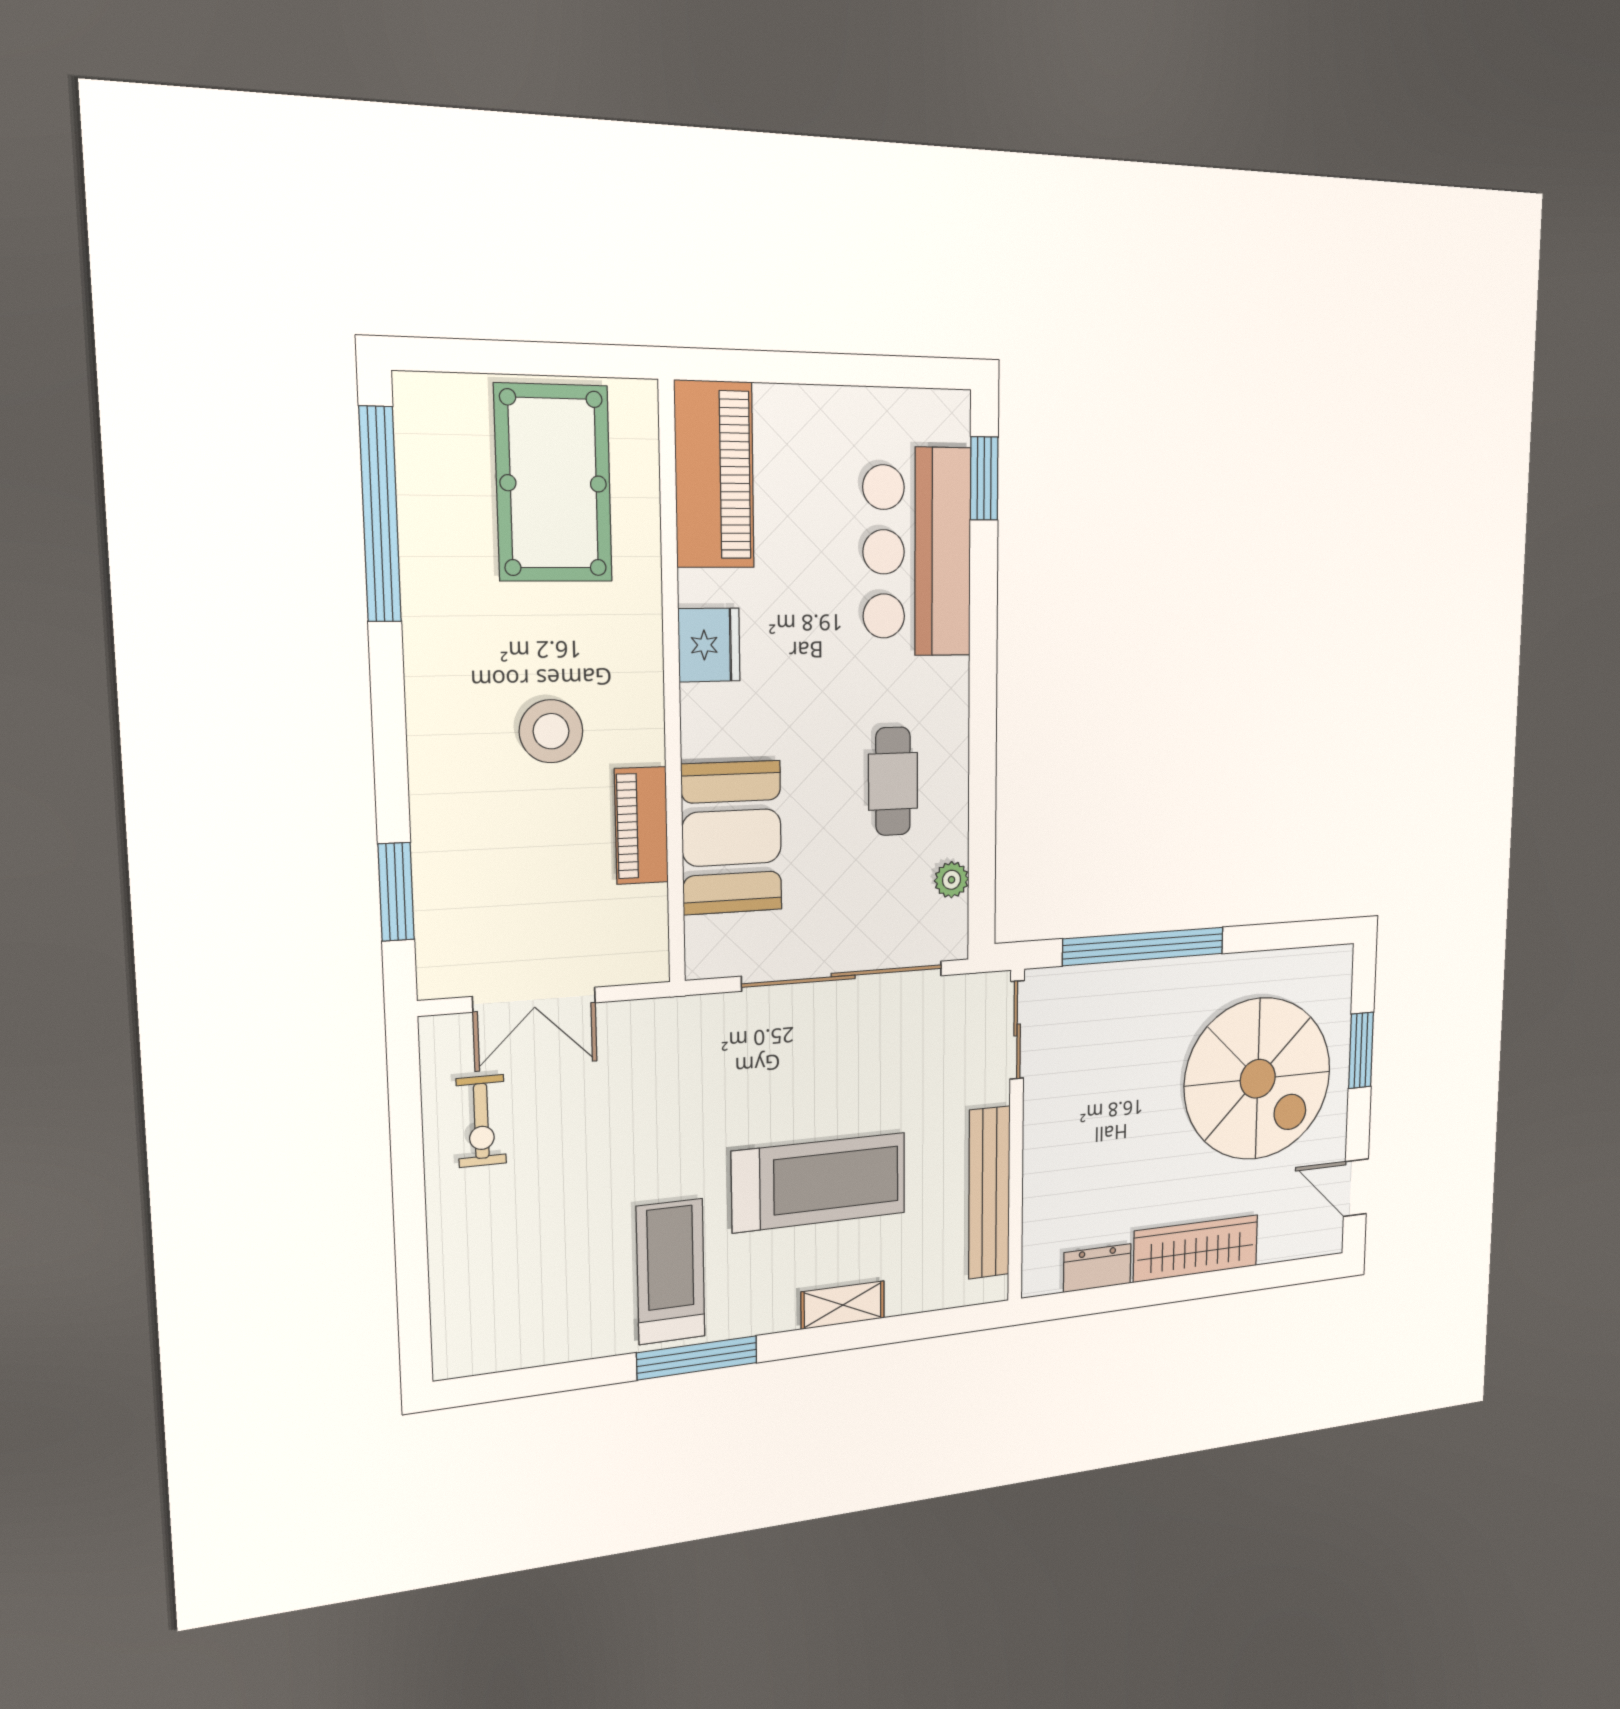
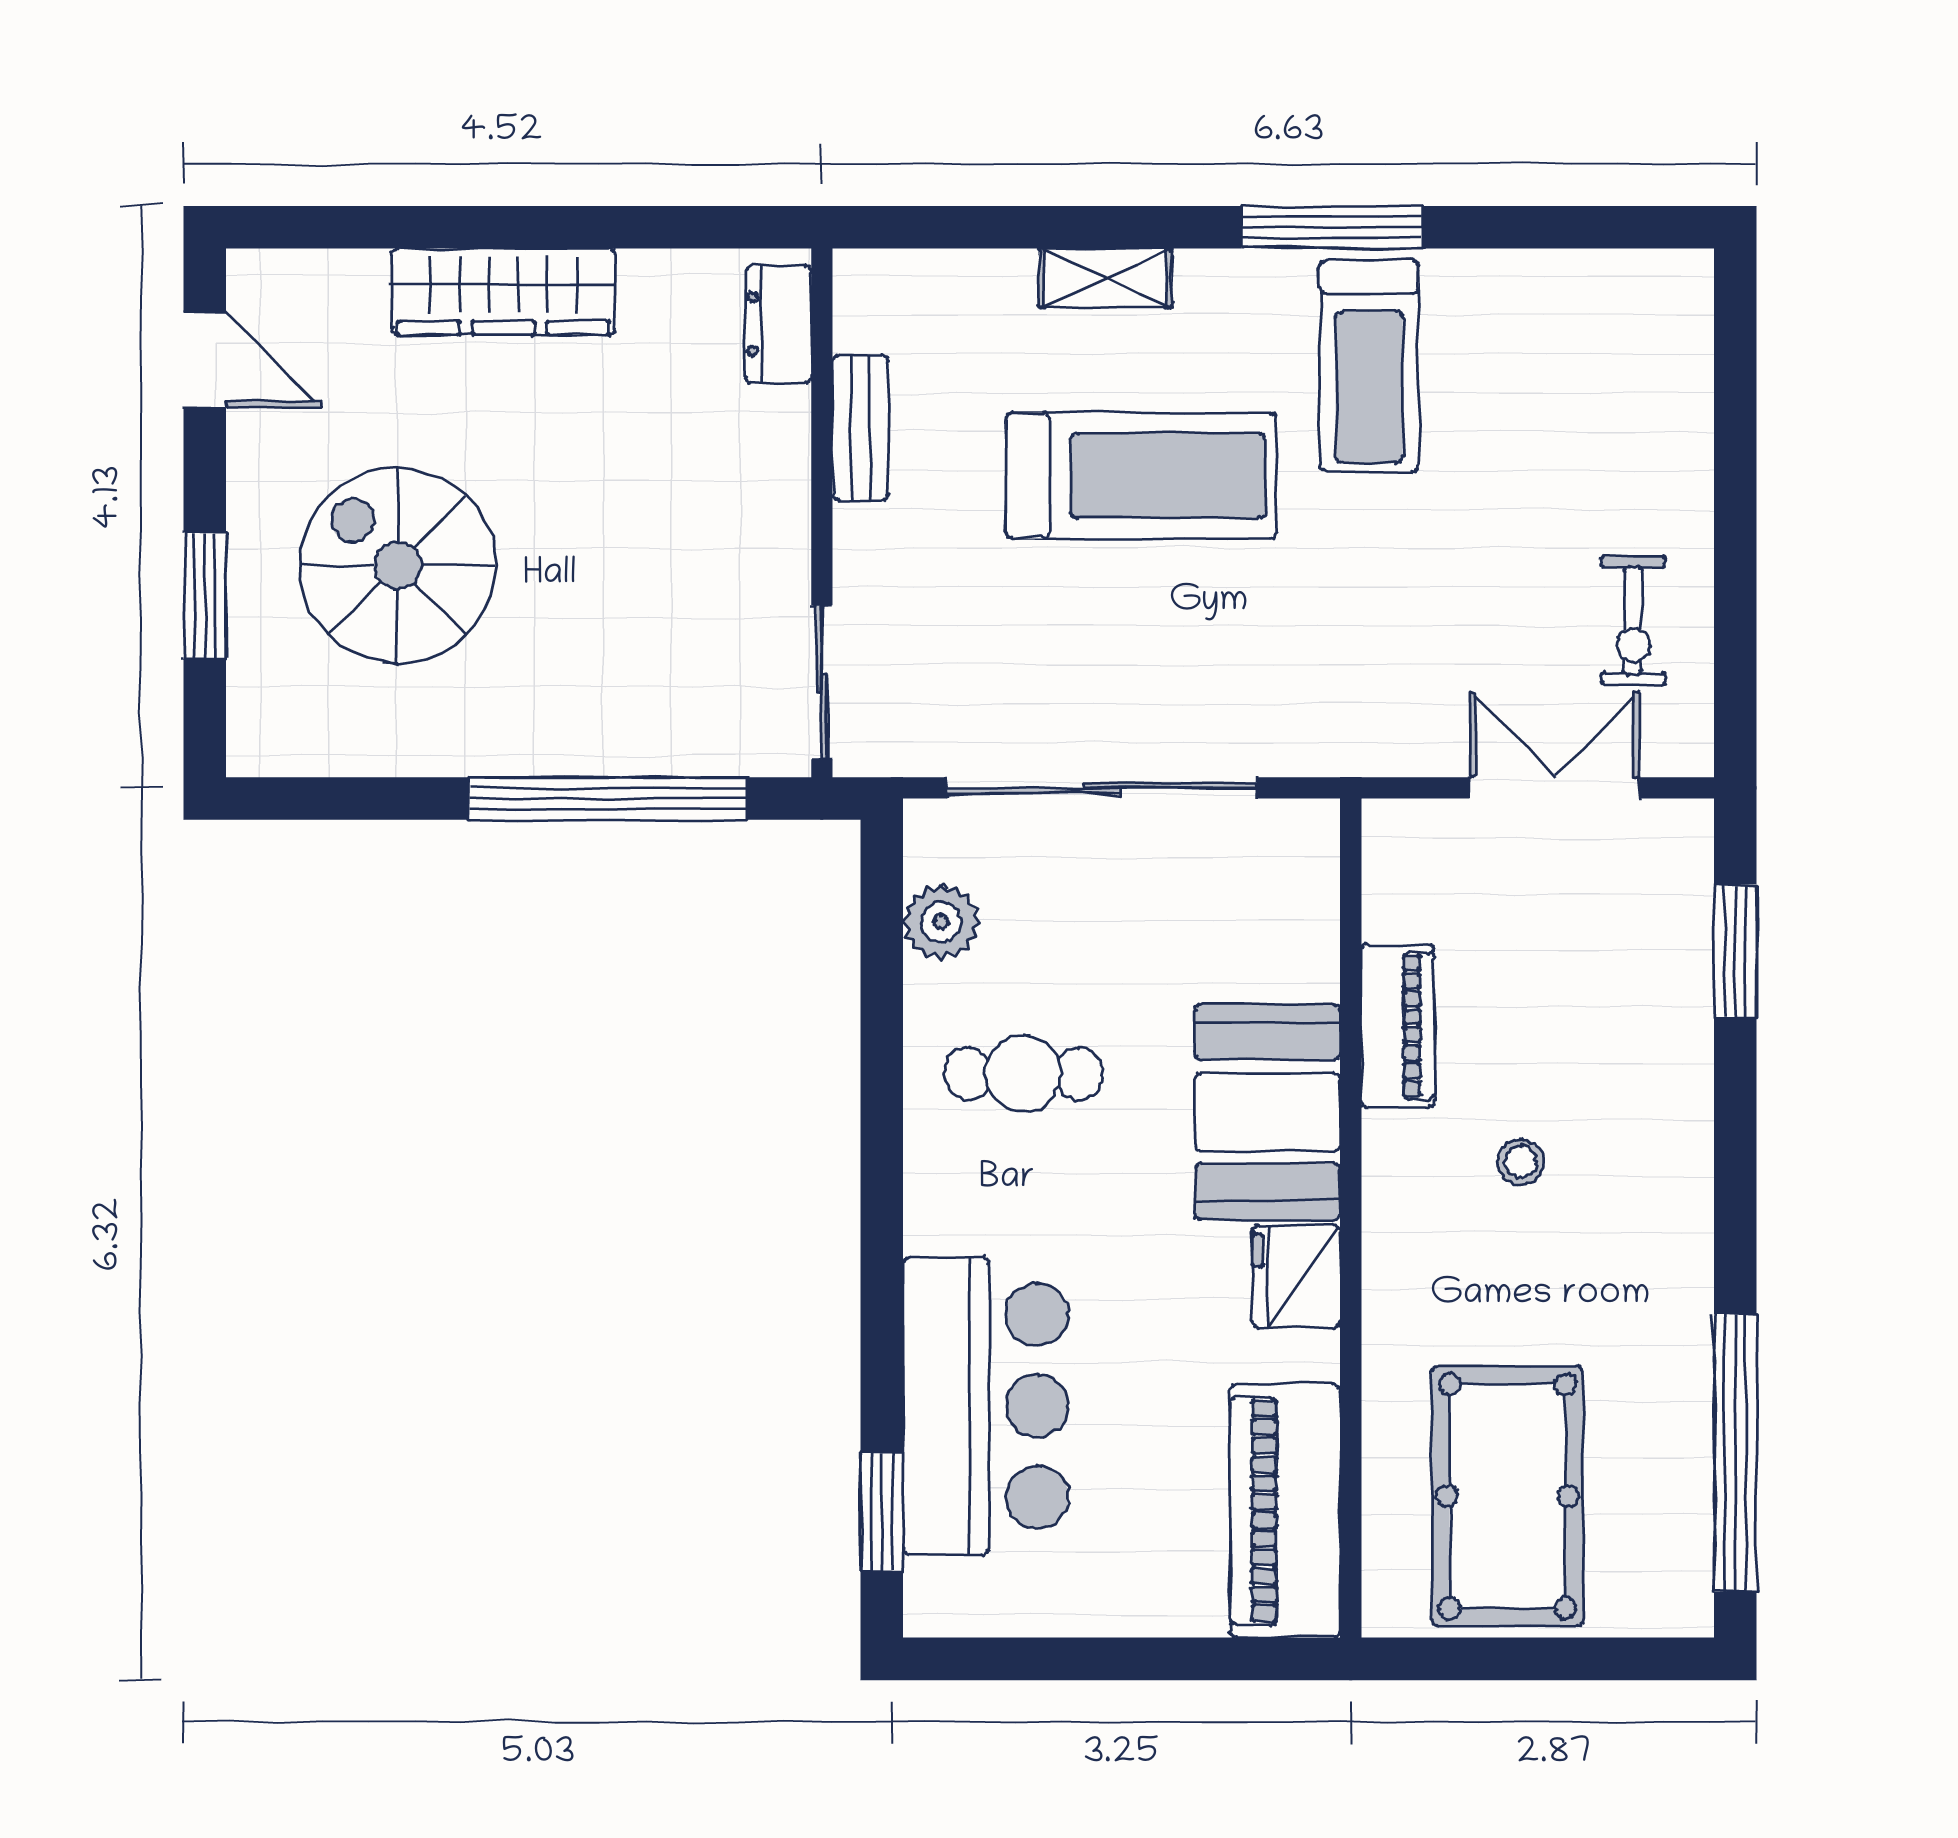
stool: (551, 731) -> (1521, 1162), width x0.53, depth x0.53
cafe table: (893, 781) -> (1023, 1074), turned 90
booth: (732, 838) -> (1268, 1112), moved
plant: (952, 880) -> (941, 922), width x1.38, depth x1.38
spiral stairs: (1258, 1079) -> (398, 565), width x0.73, depth x0.73
exercise bike: (481, 1121) -> (1633, 621), turned 180
treadmill: (819, 1182) -> (1141, 476), turned 180
bench: (989, 1193) -> (860, 428), width x0.54, depth x0.82
dresser: (1097, 1268) -> (778, 324), moved, turned 90

